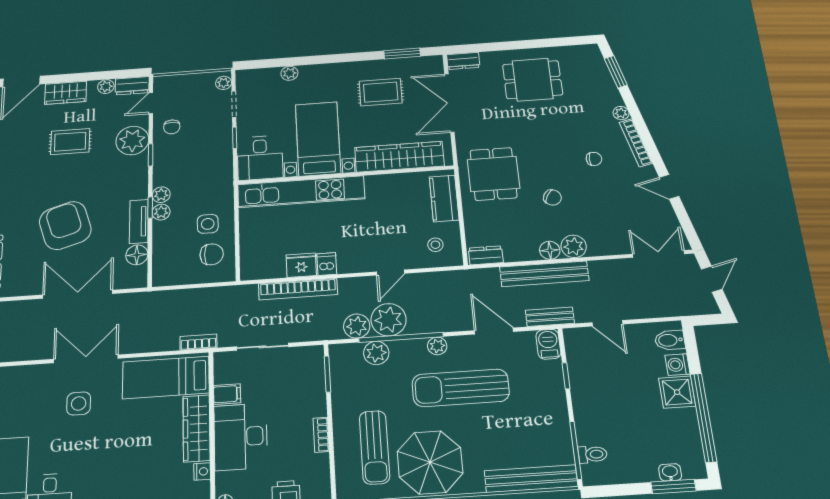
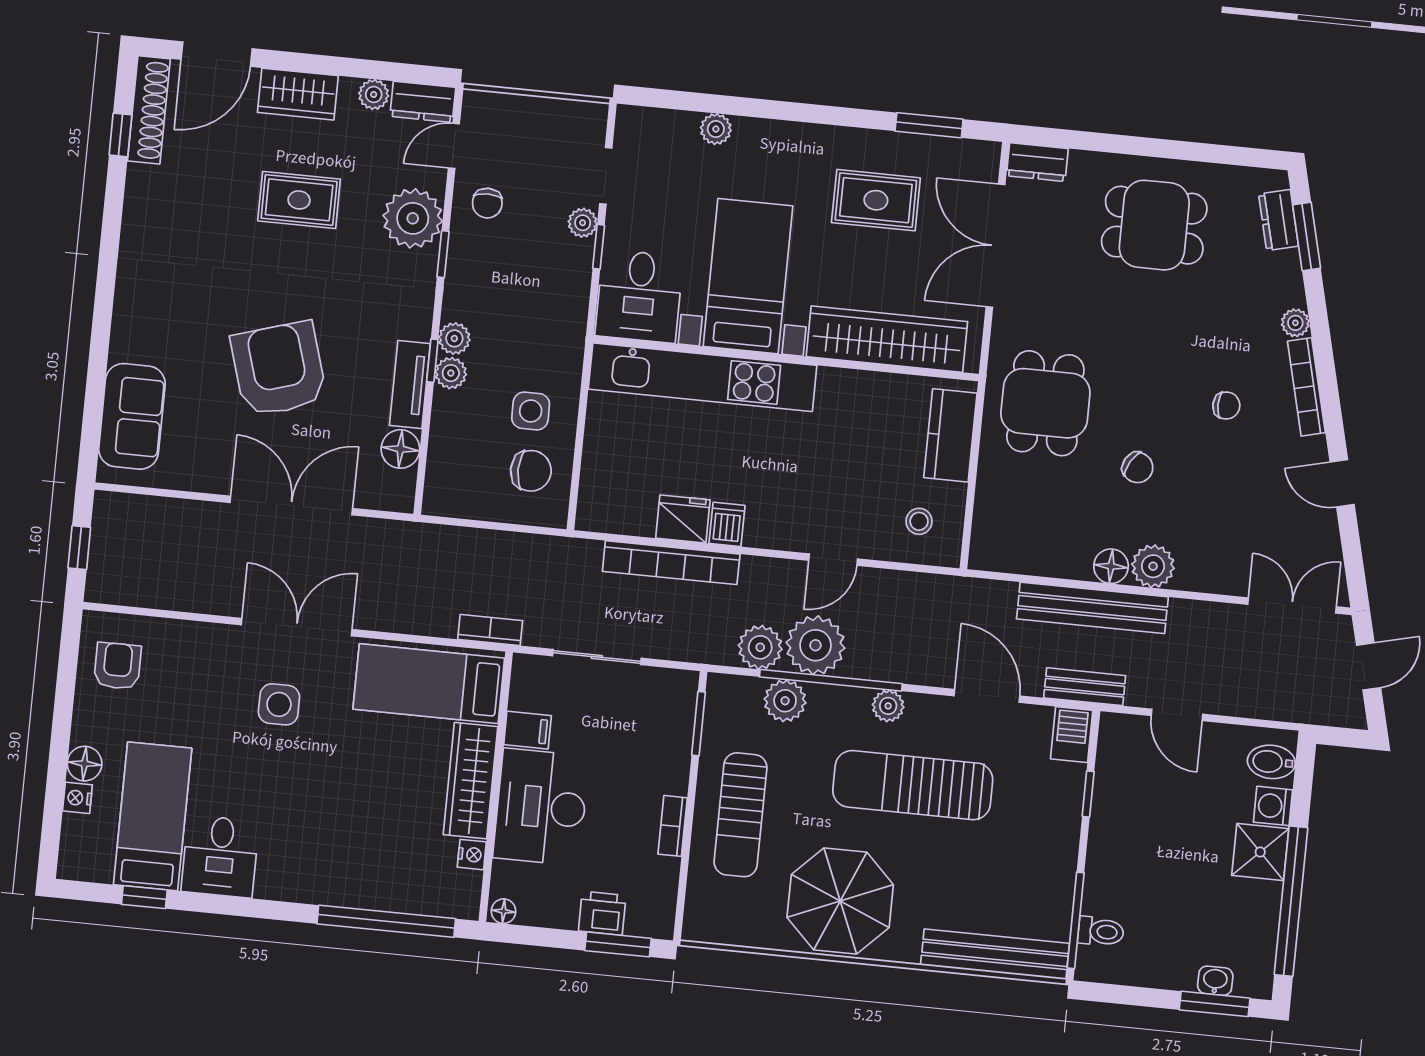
plant: (224, 83) -> (583, 223), moved
dresser: (486, 255) -> (1278, 220), moved, turned -104
sun lounger: (374, 447) -> (741, 815), moved

